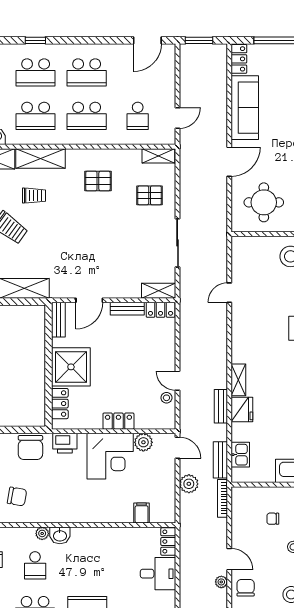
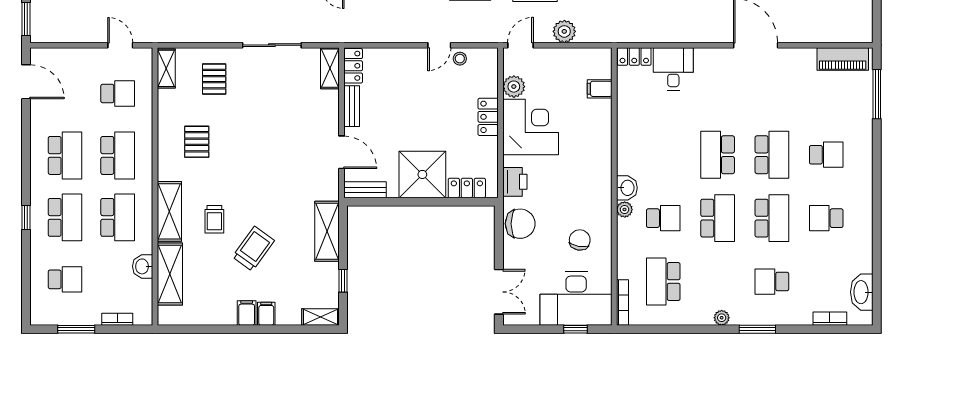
trolley: (34, 196) -> (214, 219), turned 180

